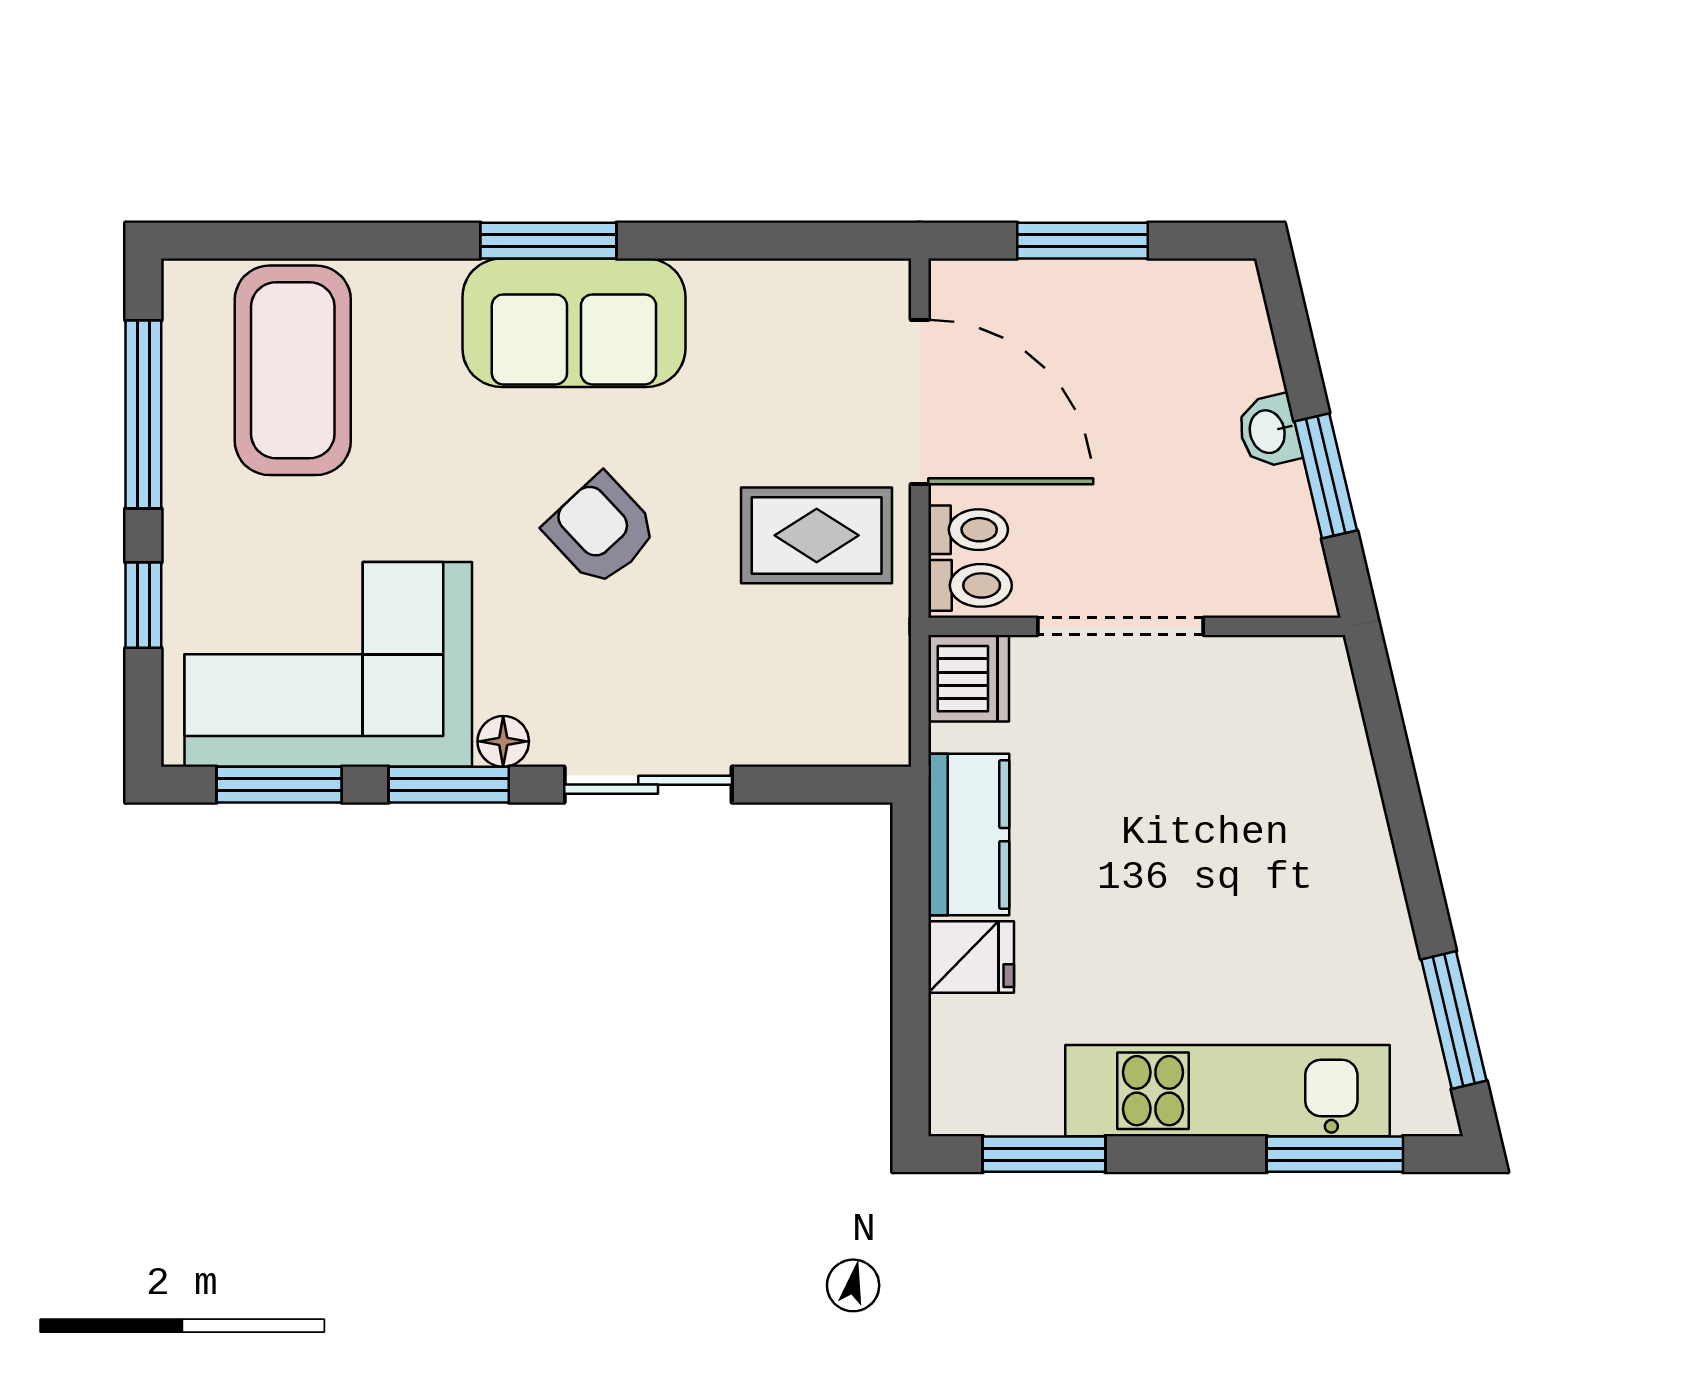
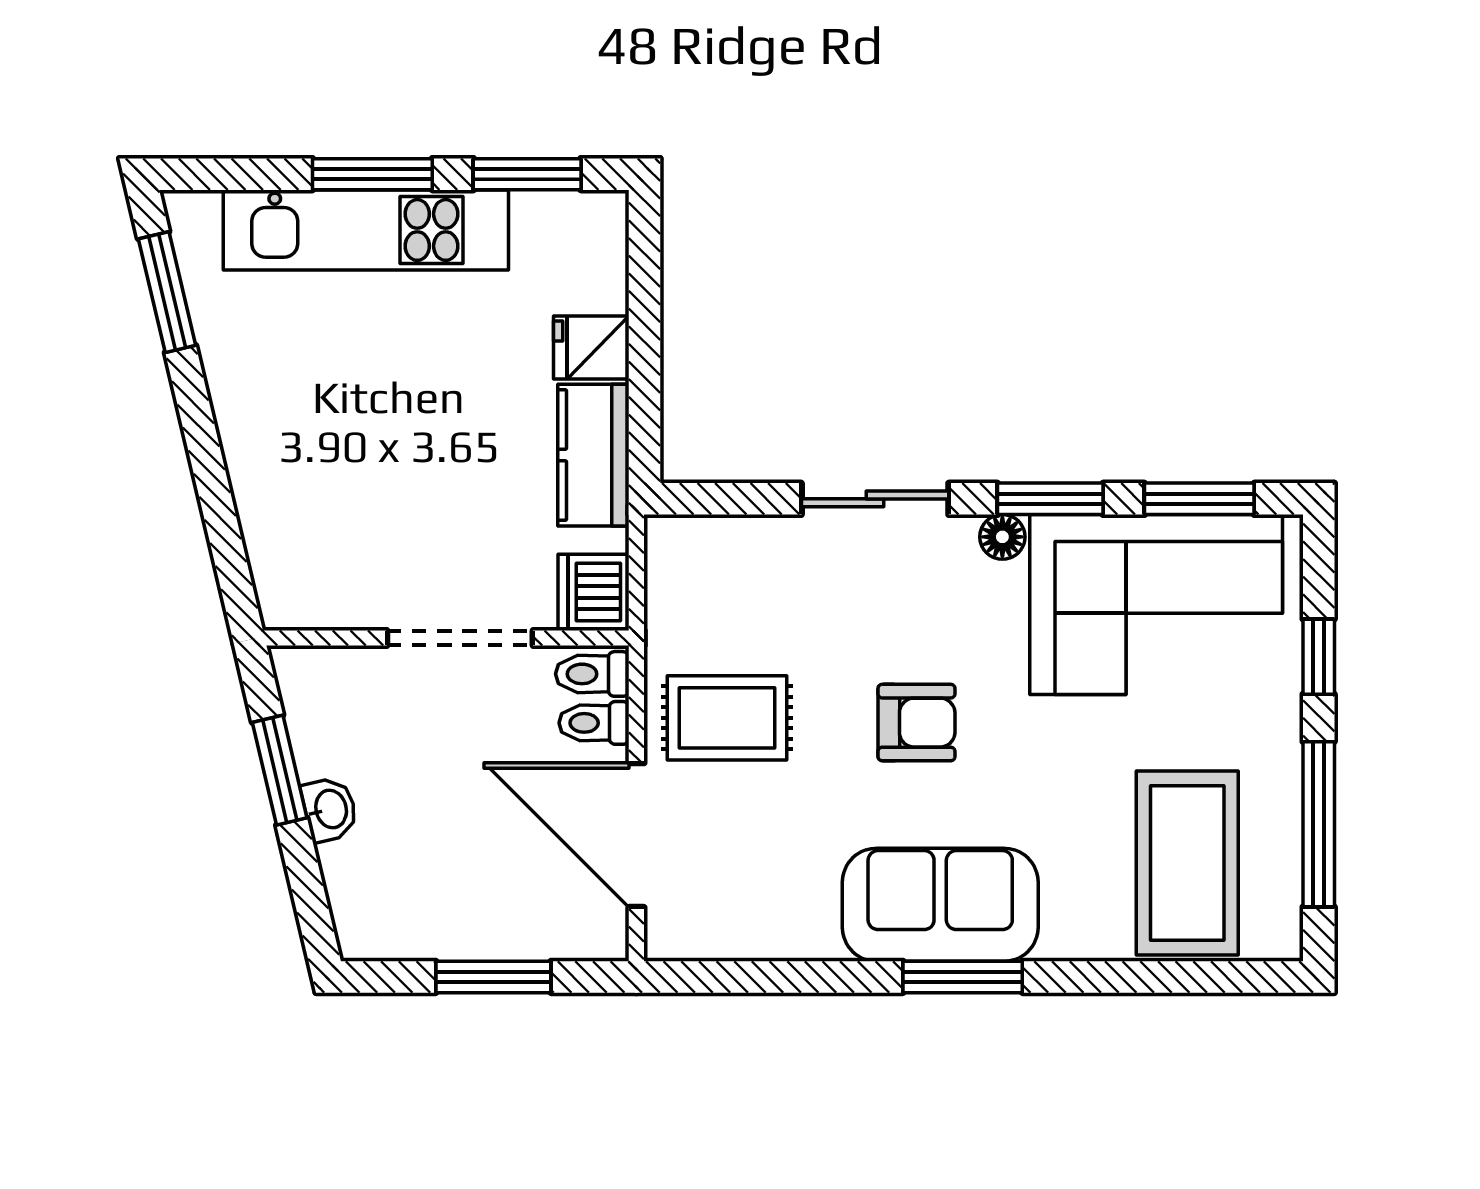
armchair: (601, 530) -> (916, 723), turned -47
window: (1335, 1154) -> (372, 174), moved

